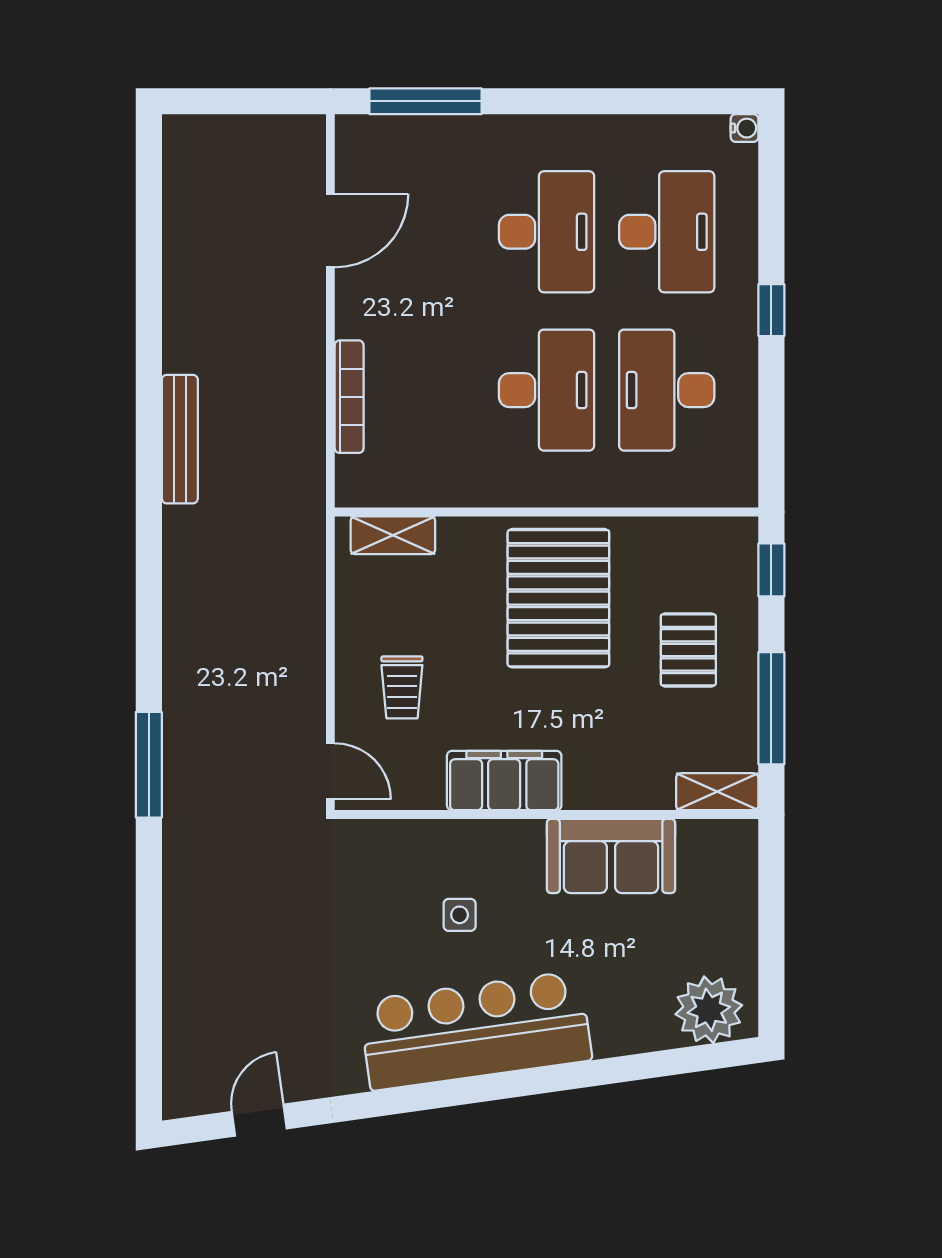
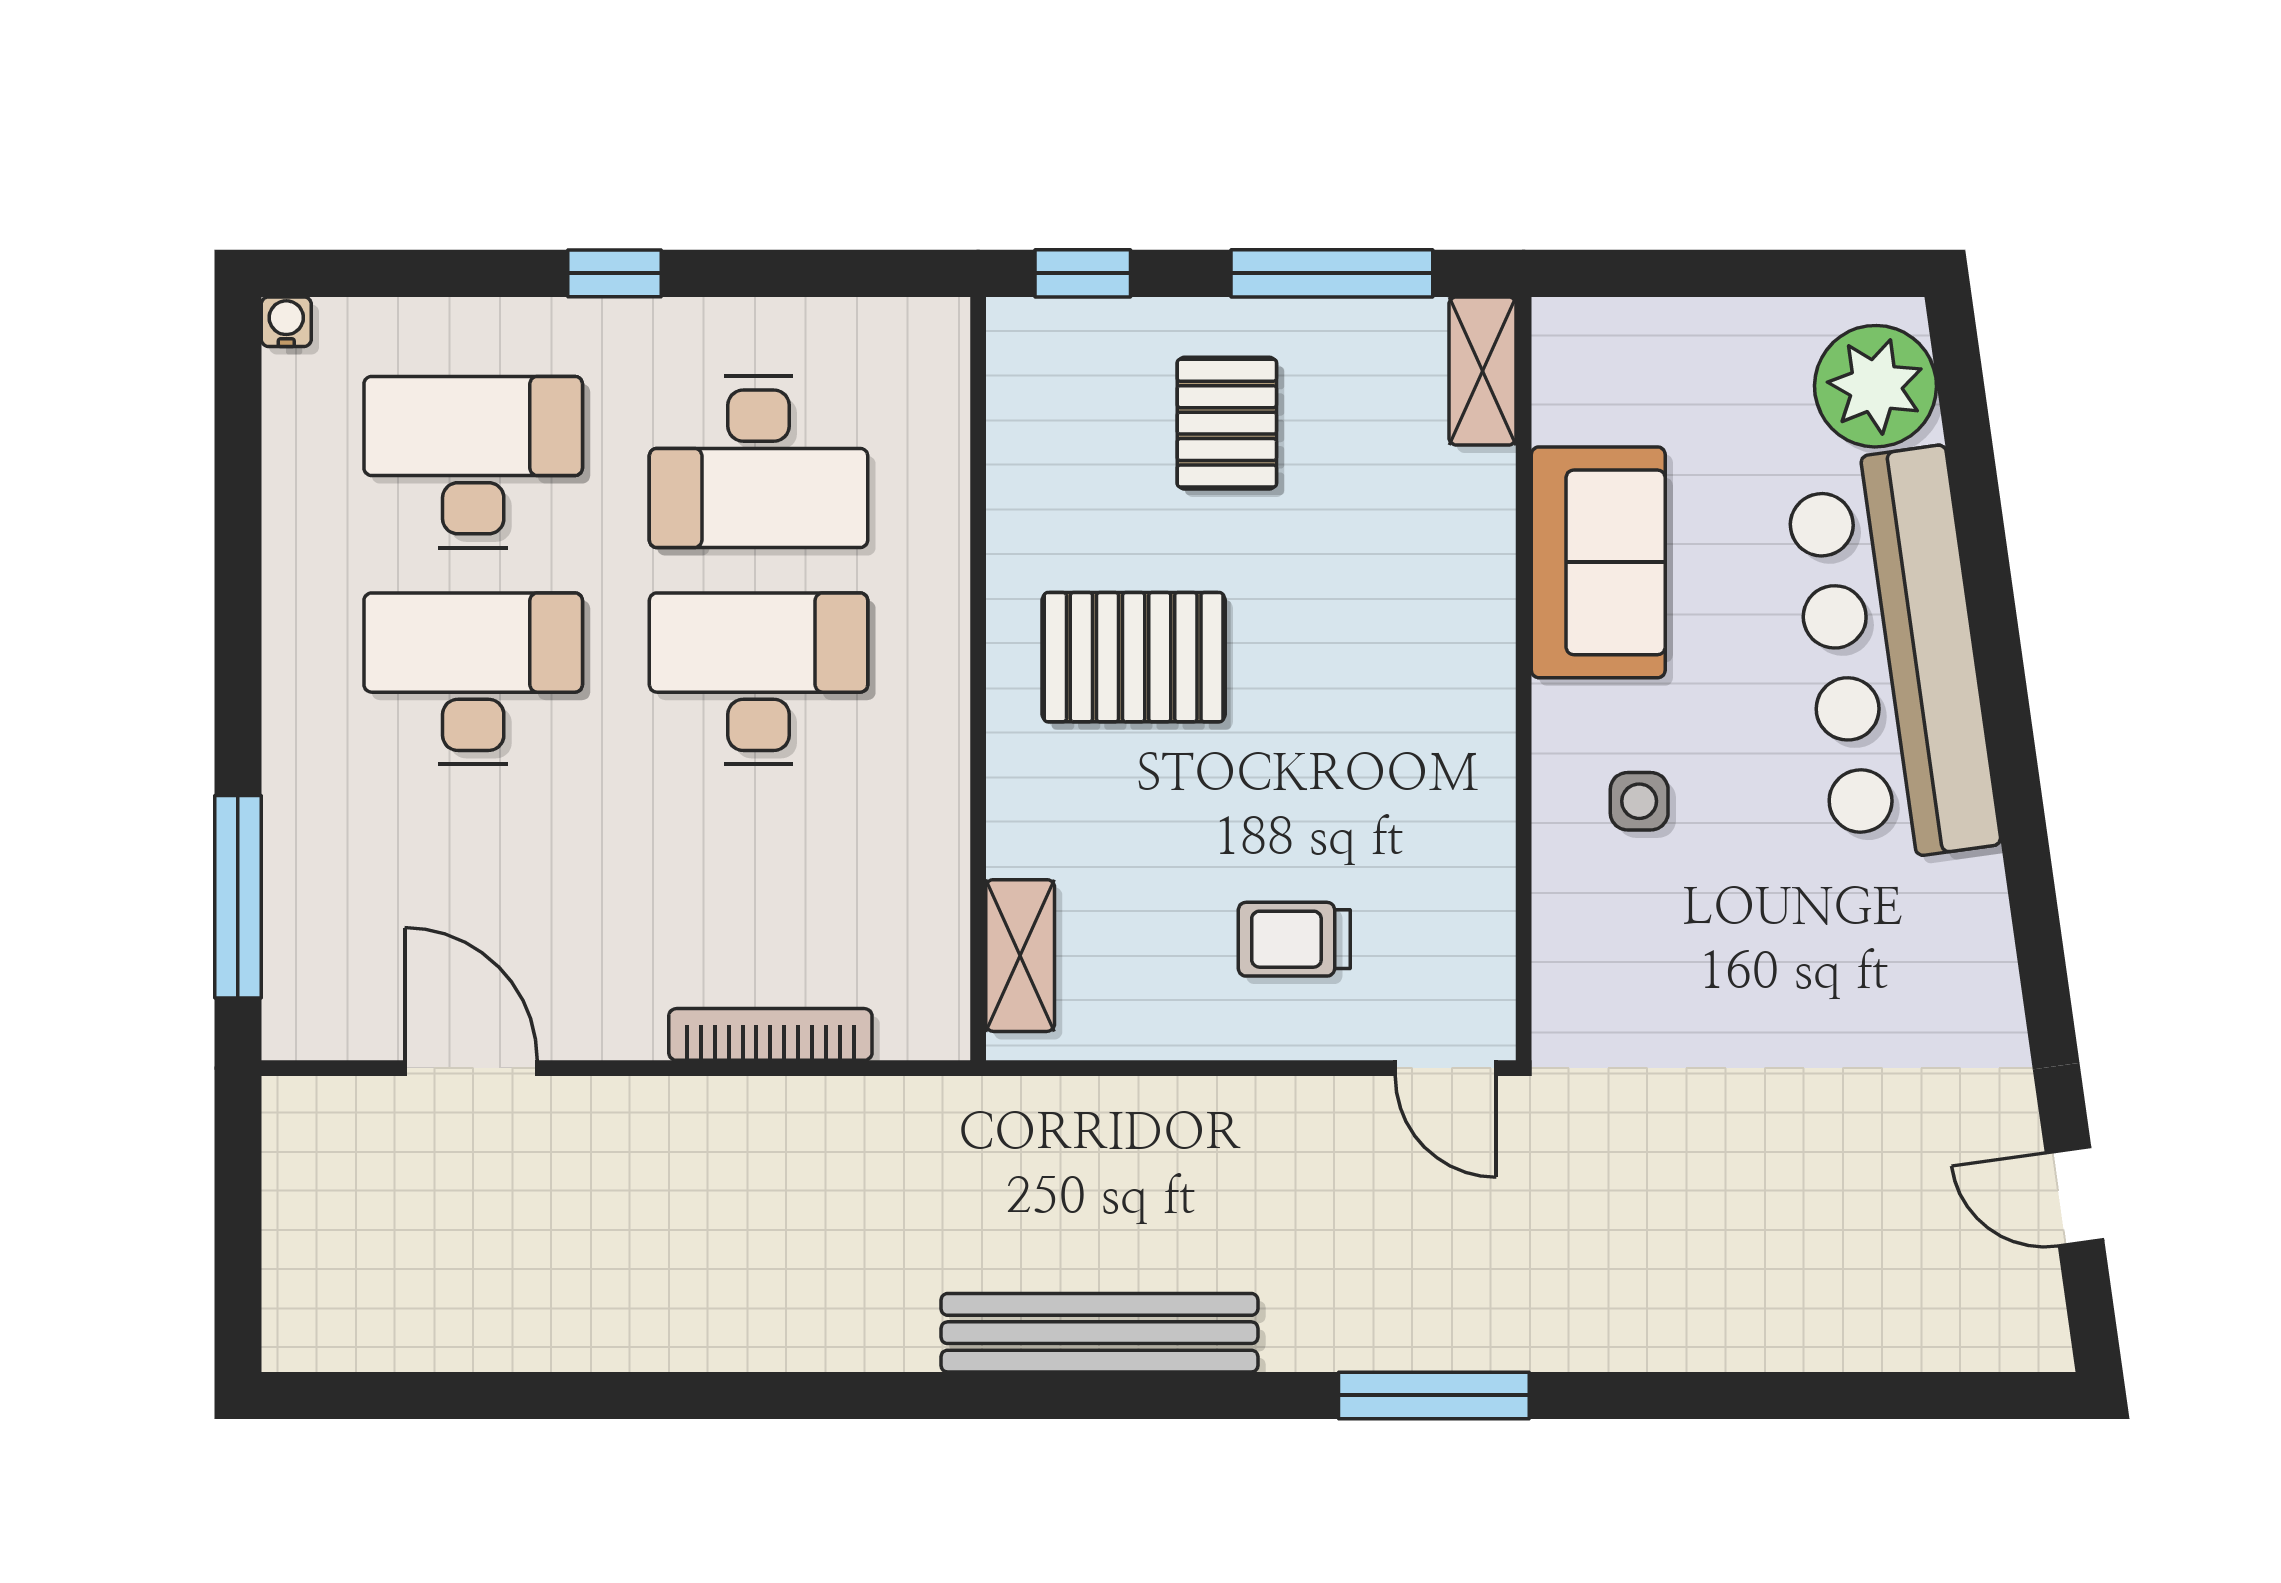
bench: (180, 439) -> (1099, 1333), moved, width x1.37, depth x1.21
pallet: (558, 598) -> (1134, 657), width x0.73, depth x0.71
pallet: (688, 650) -> (1227, 423), turned 90
trolley: (402, 687) -> (1294, 939), turned 180
door: (330, 771) -> (1446, 1068), swing flipped
filing cabinet: (504, 781) -> (1462, 755), removed
side table: (460, 915) -> (1639, 801), moved
bar counter: (475, 1031) -> (1892, 656), moved

